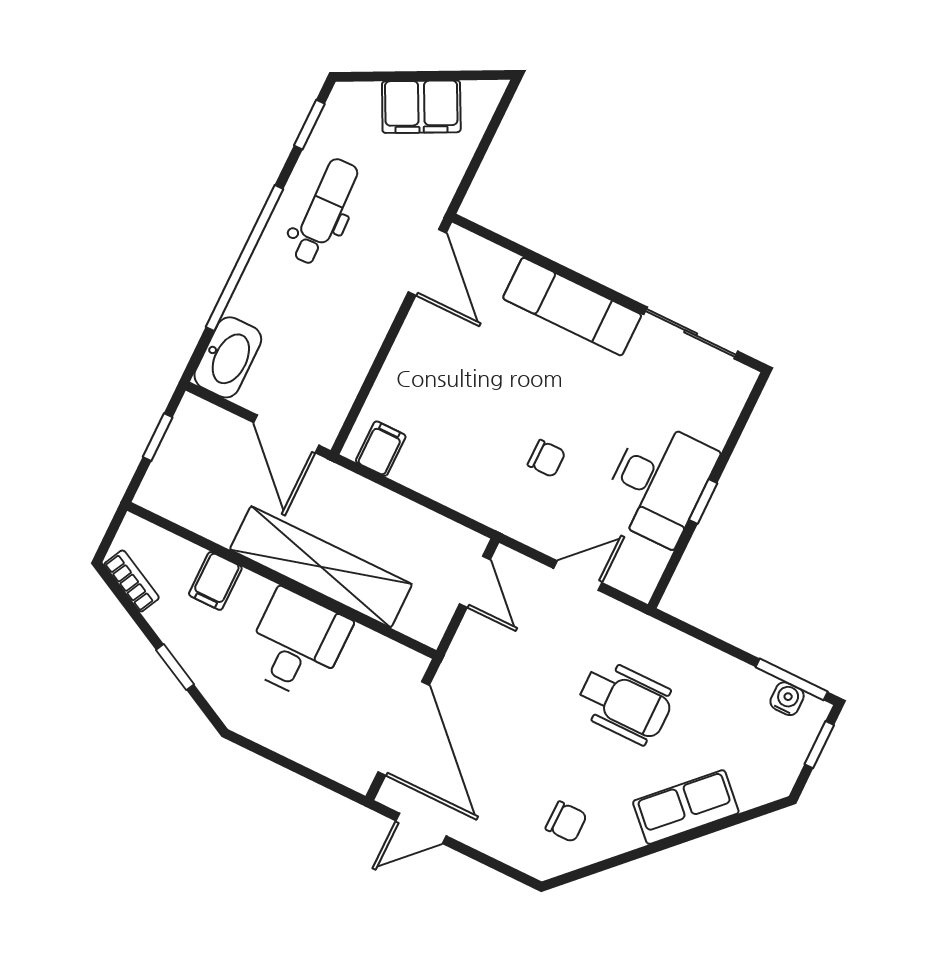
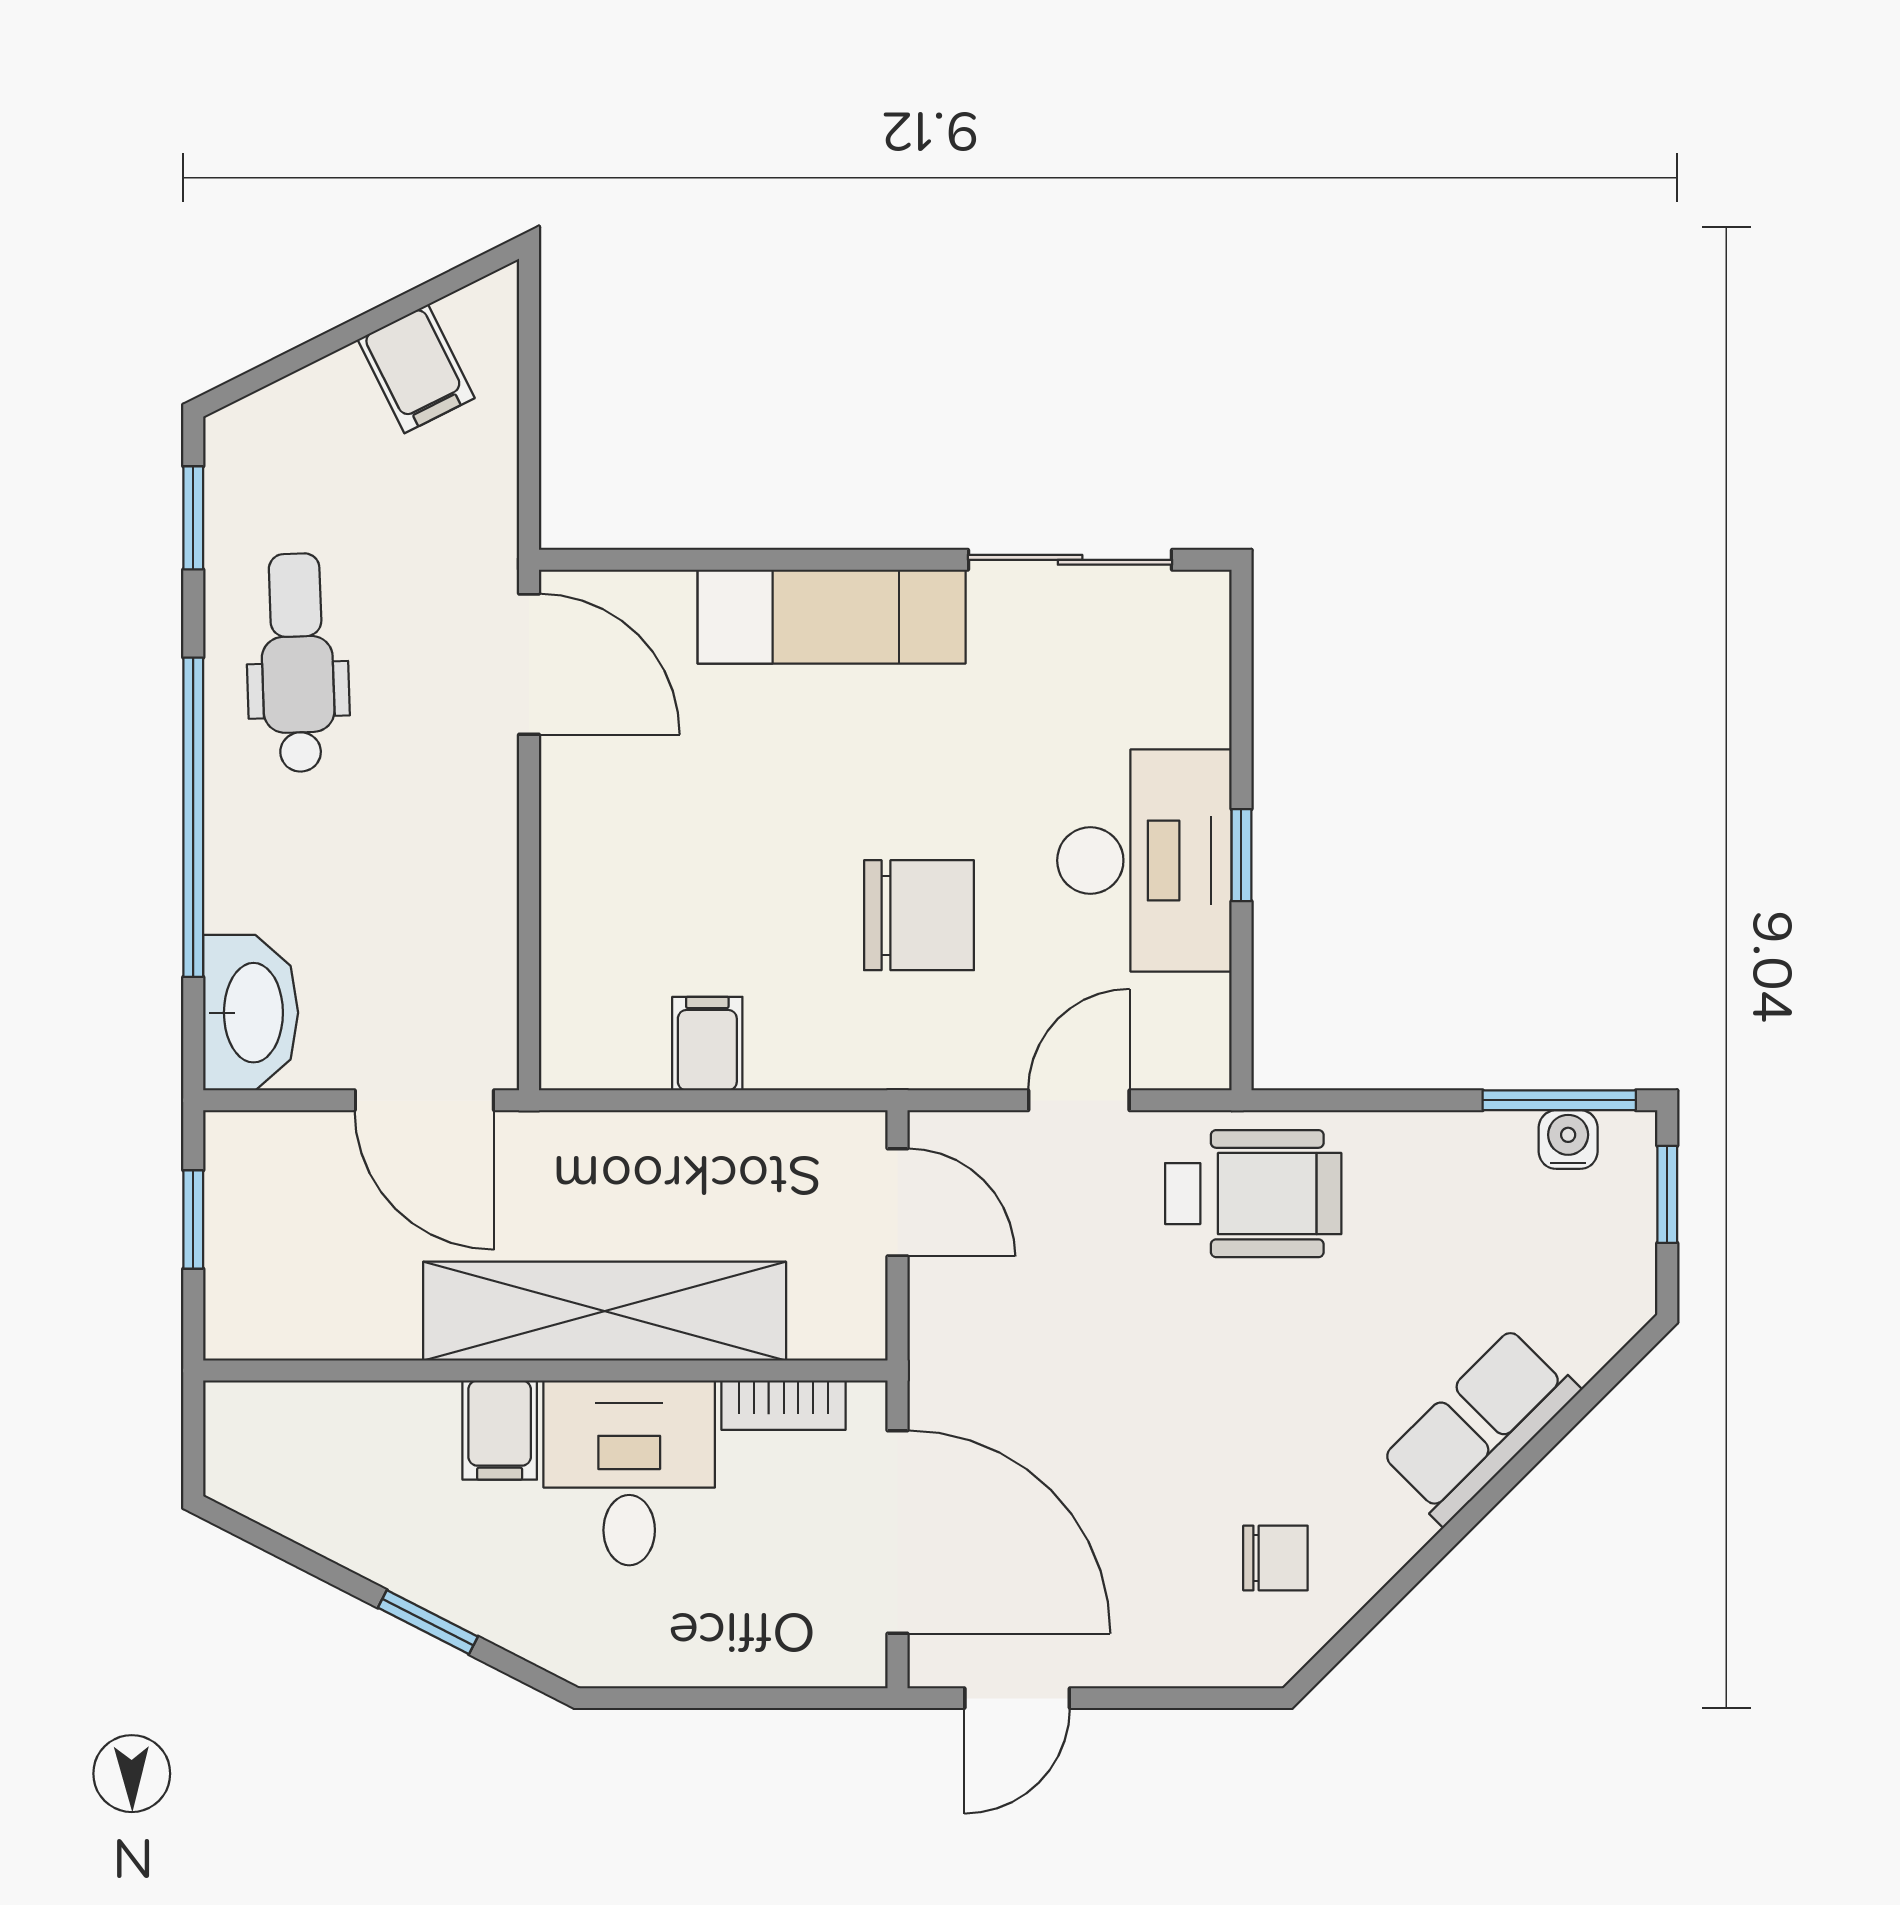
filing cabinet: (421, 107) -> (416, 369), width x0.50
filing cabinet: (381, 449) -> (707, 1044), moved
chair: (547, 459) -> (919, 915), width x1.87, depth x1.87
bookcase: (132, 581) -> (784, 1405), moved, turned 153
filing cabinet: (215, 581) -> (500, 1430), moved
wheelchair: (625, 702) -> (1253, 1194), moved

